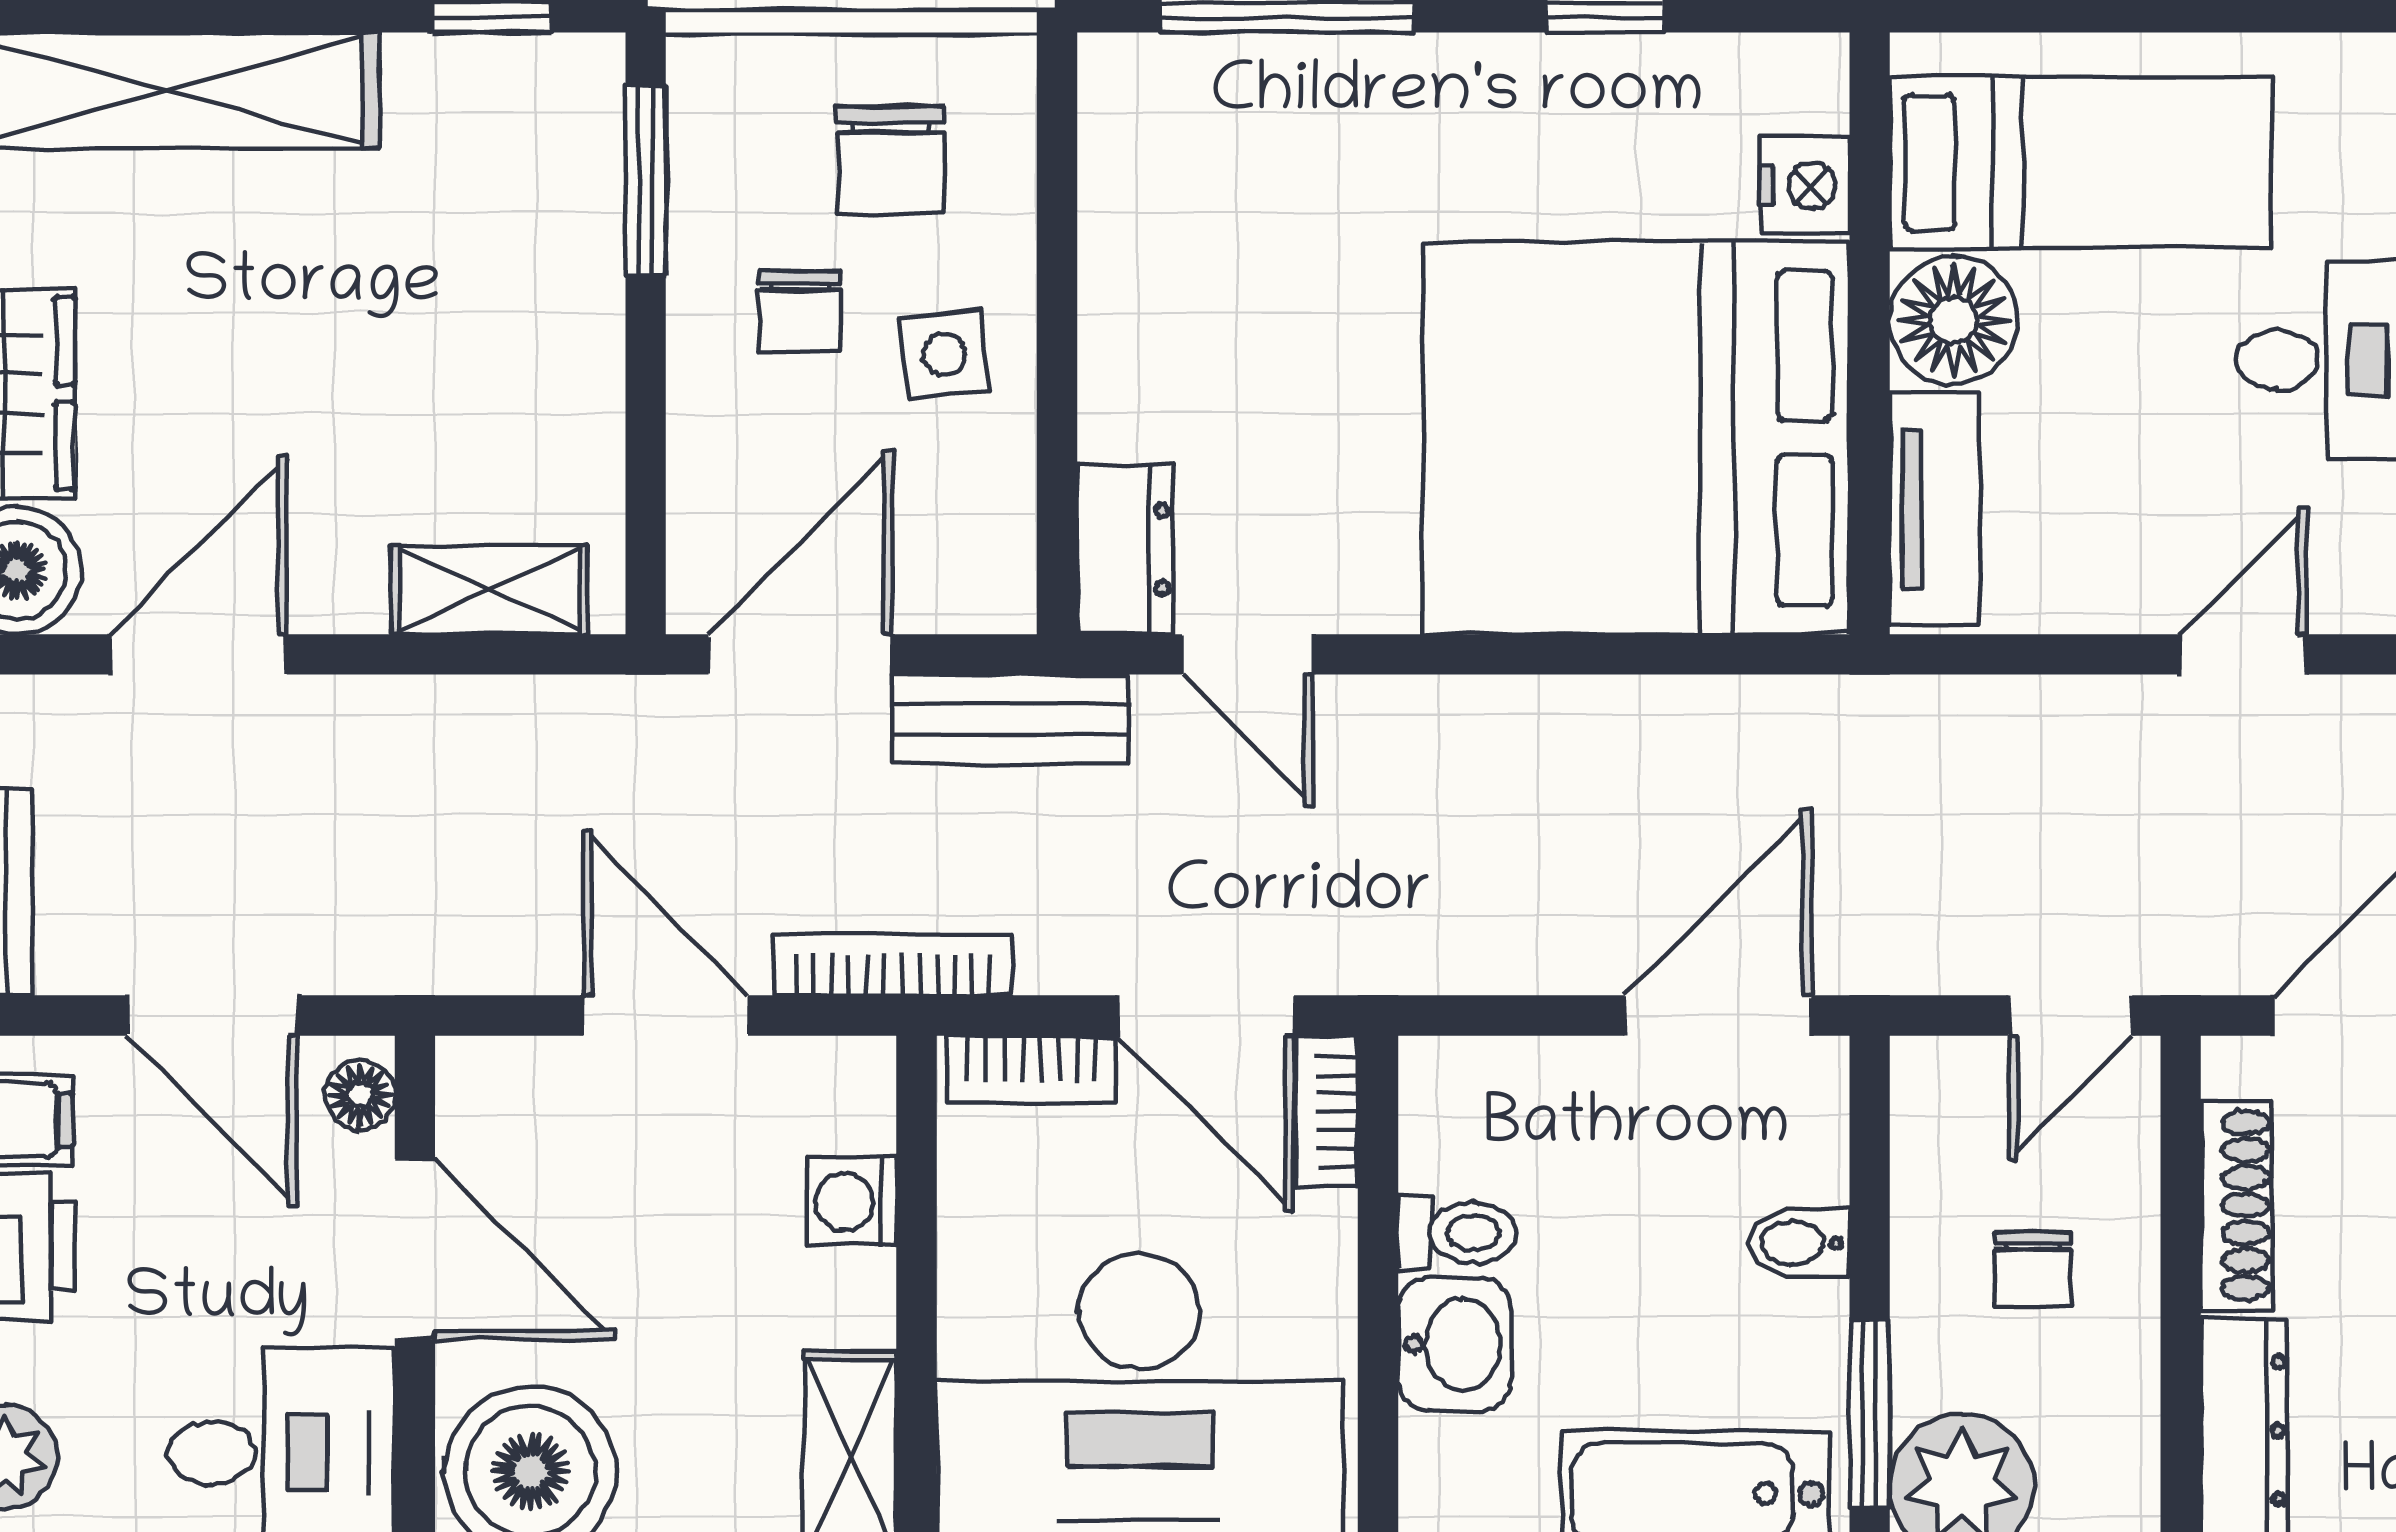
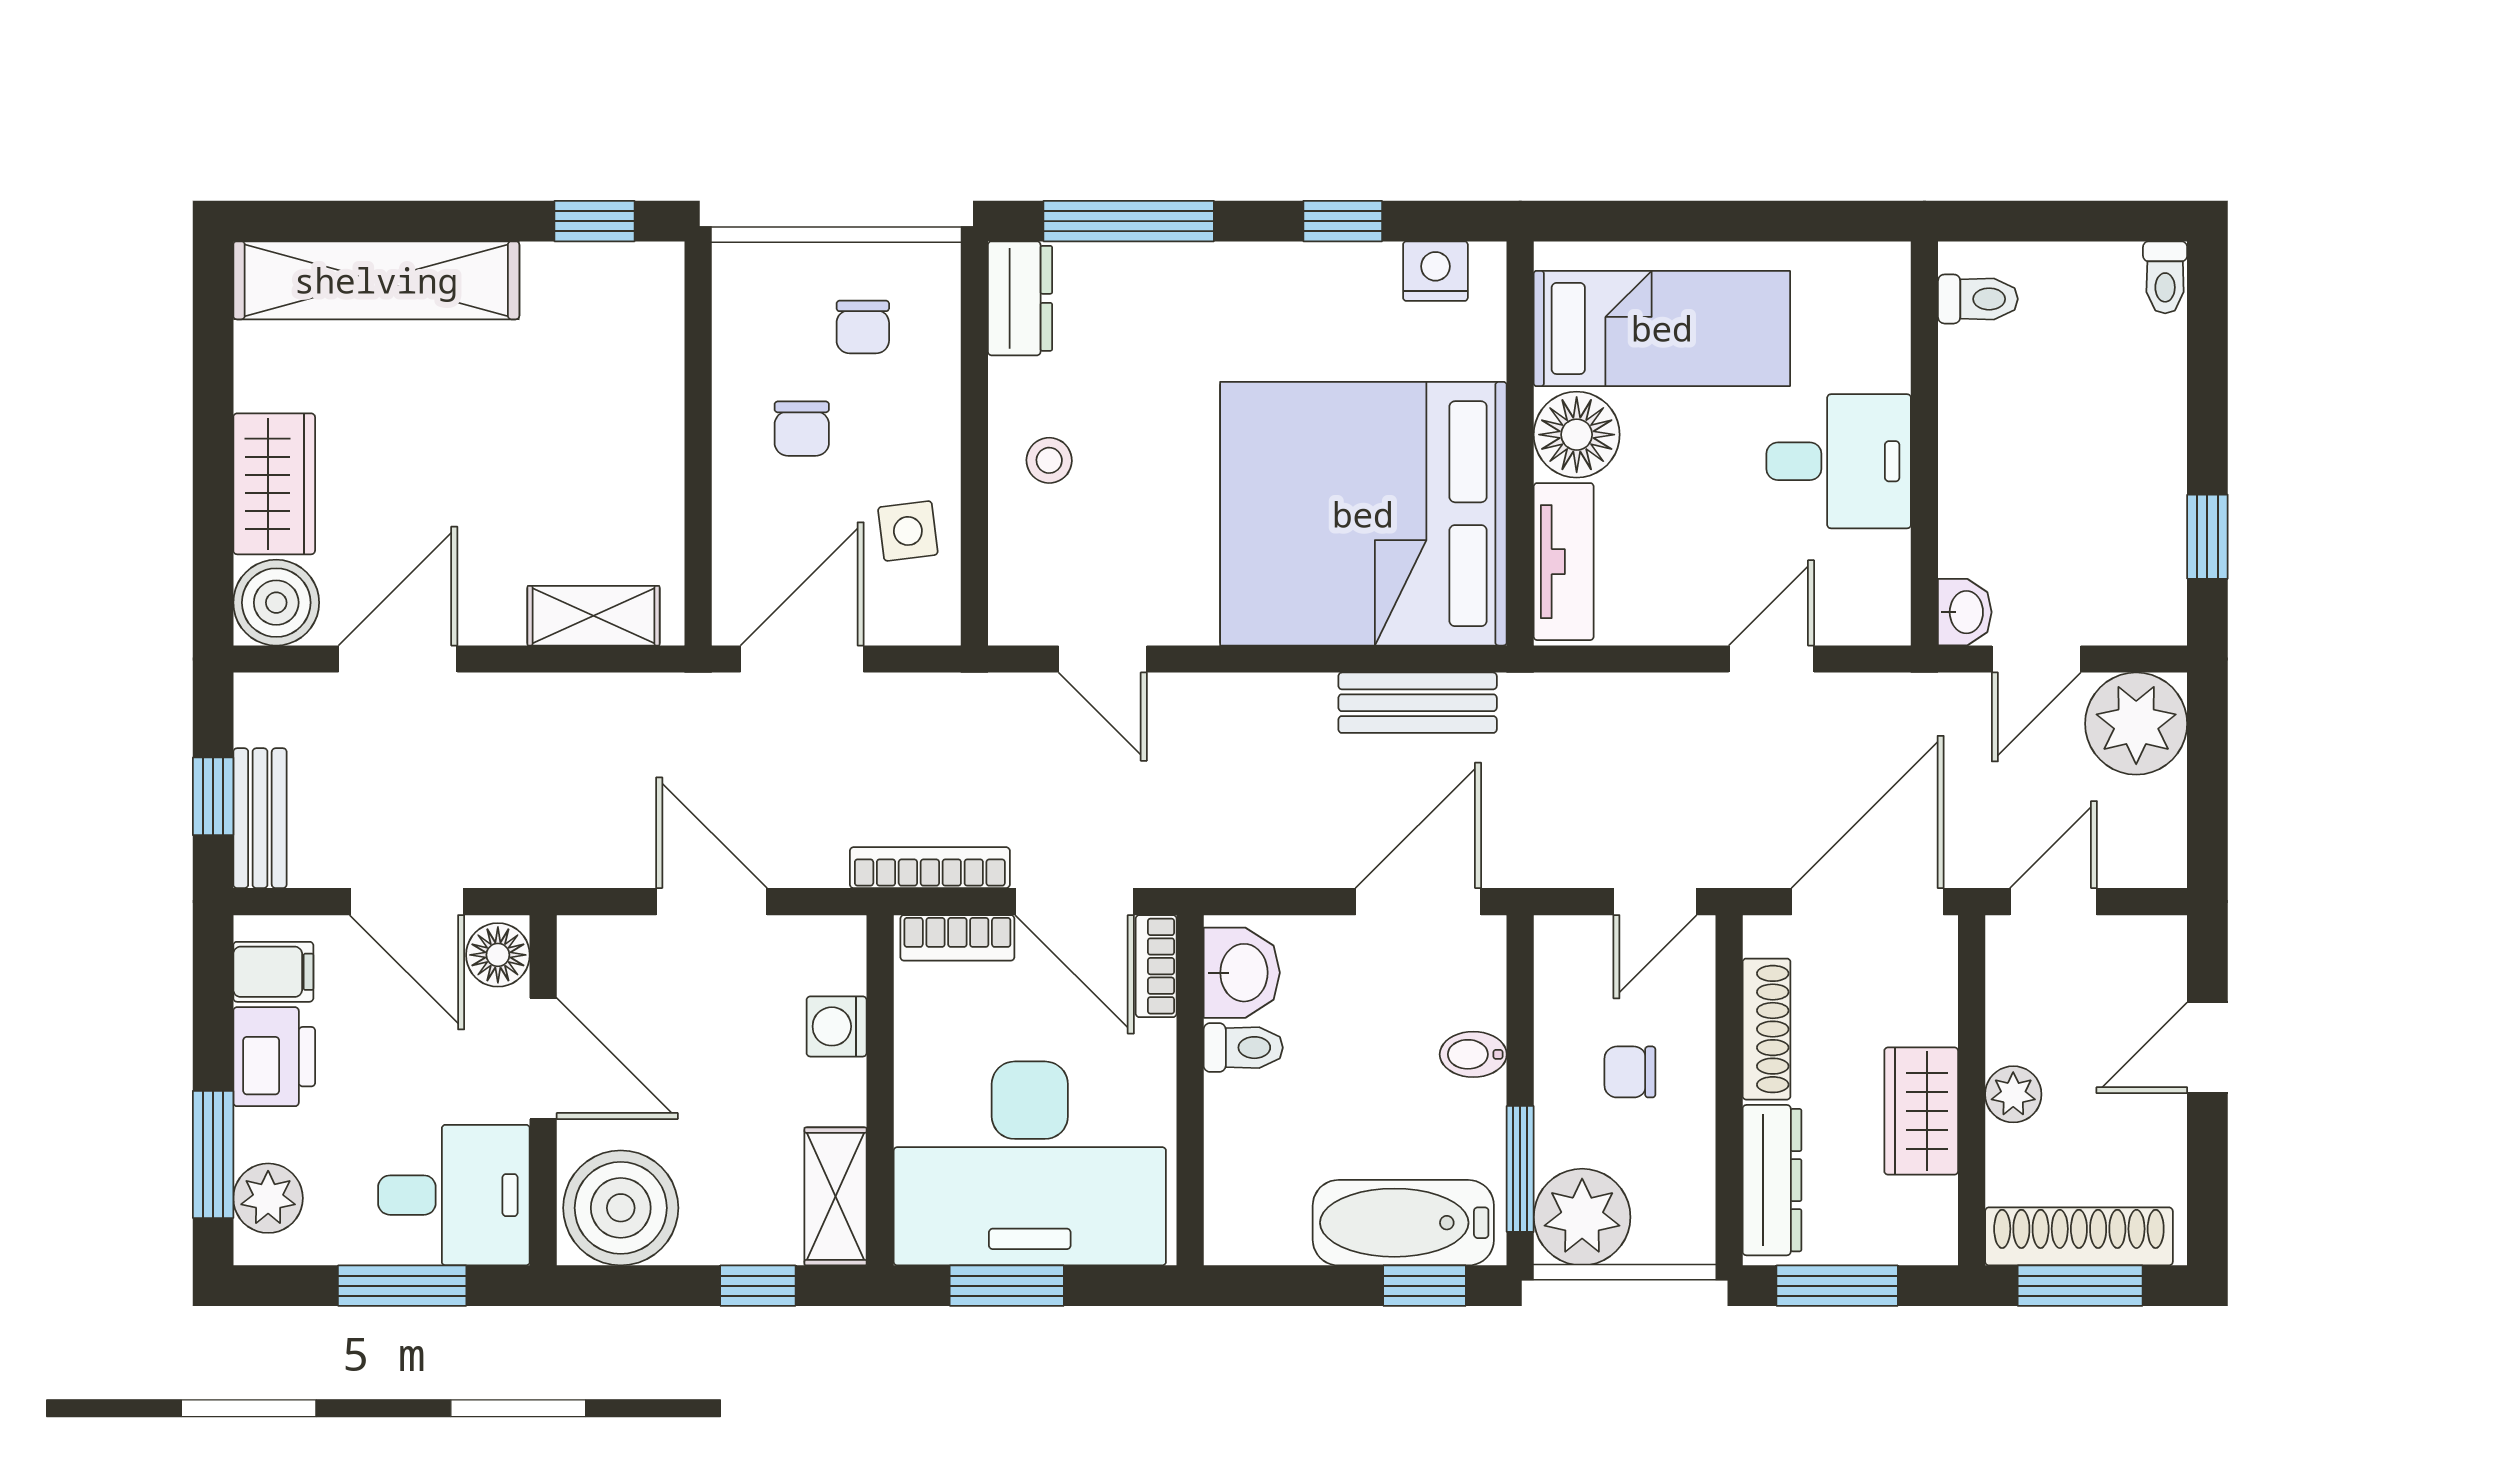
chair: (891, 160) -> (863, 327), width x0.73, depth x0.73
window: (646, 181) -> (698, 341), removed
nightstand: (1805, 185) -> (1435, 271), moved, turned -90
side table: (944, 354) -> (908, 531), moved
stool: (1168, 359) -> (1049, 460), added
dresser: (1125, 549) -> (1020, 298), moved
bench: (1011, 719) -> (1418, 703), moved
bookcase: (893, 965) -> (930, 868), moved
floor lamp: (360, 1095) -> (498, 955), width x1.37, depth x1.37
chair: (2033, 1269) -> (1630, 1072), turned 90
washbasin: (1455, 1344) -> (1242, 973), moved

